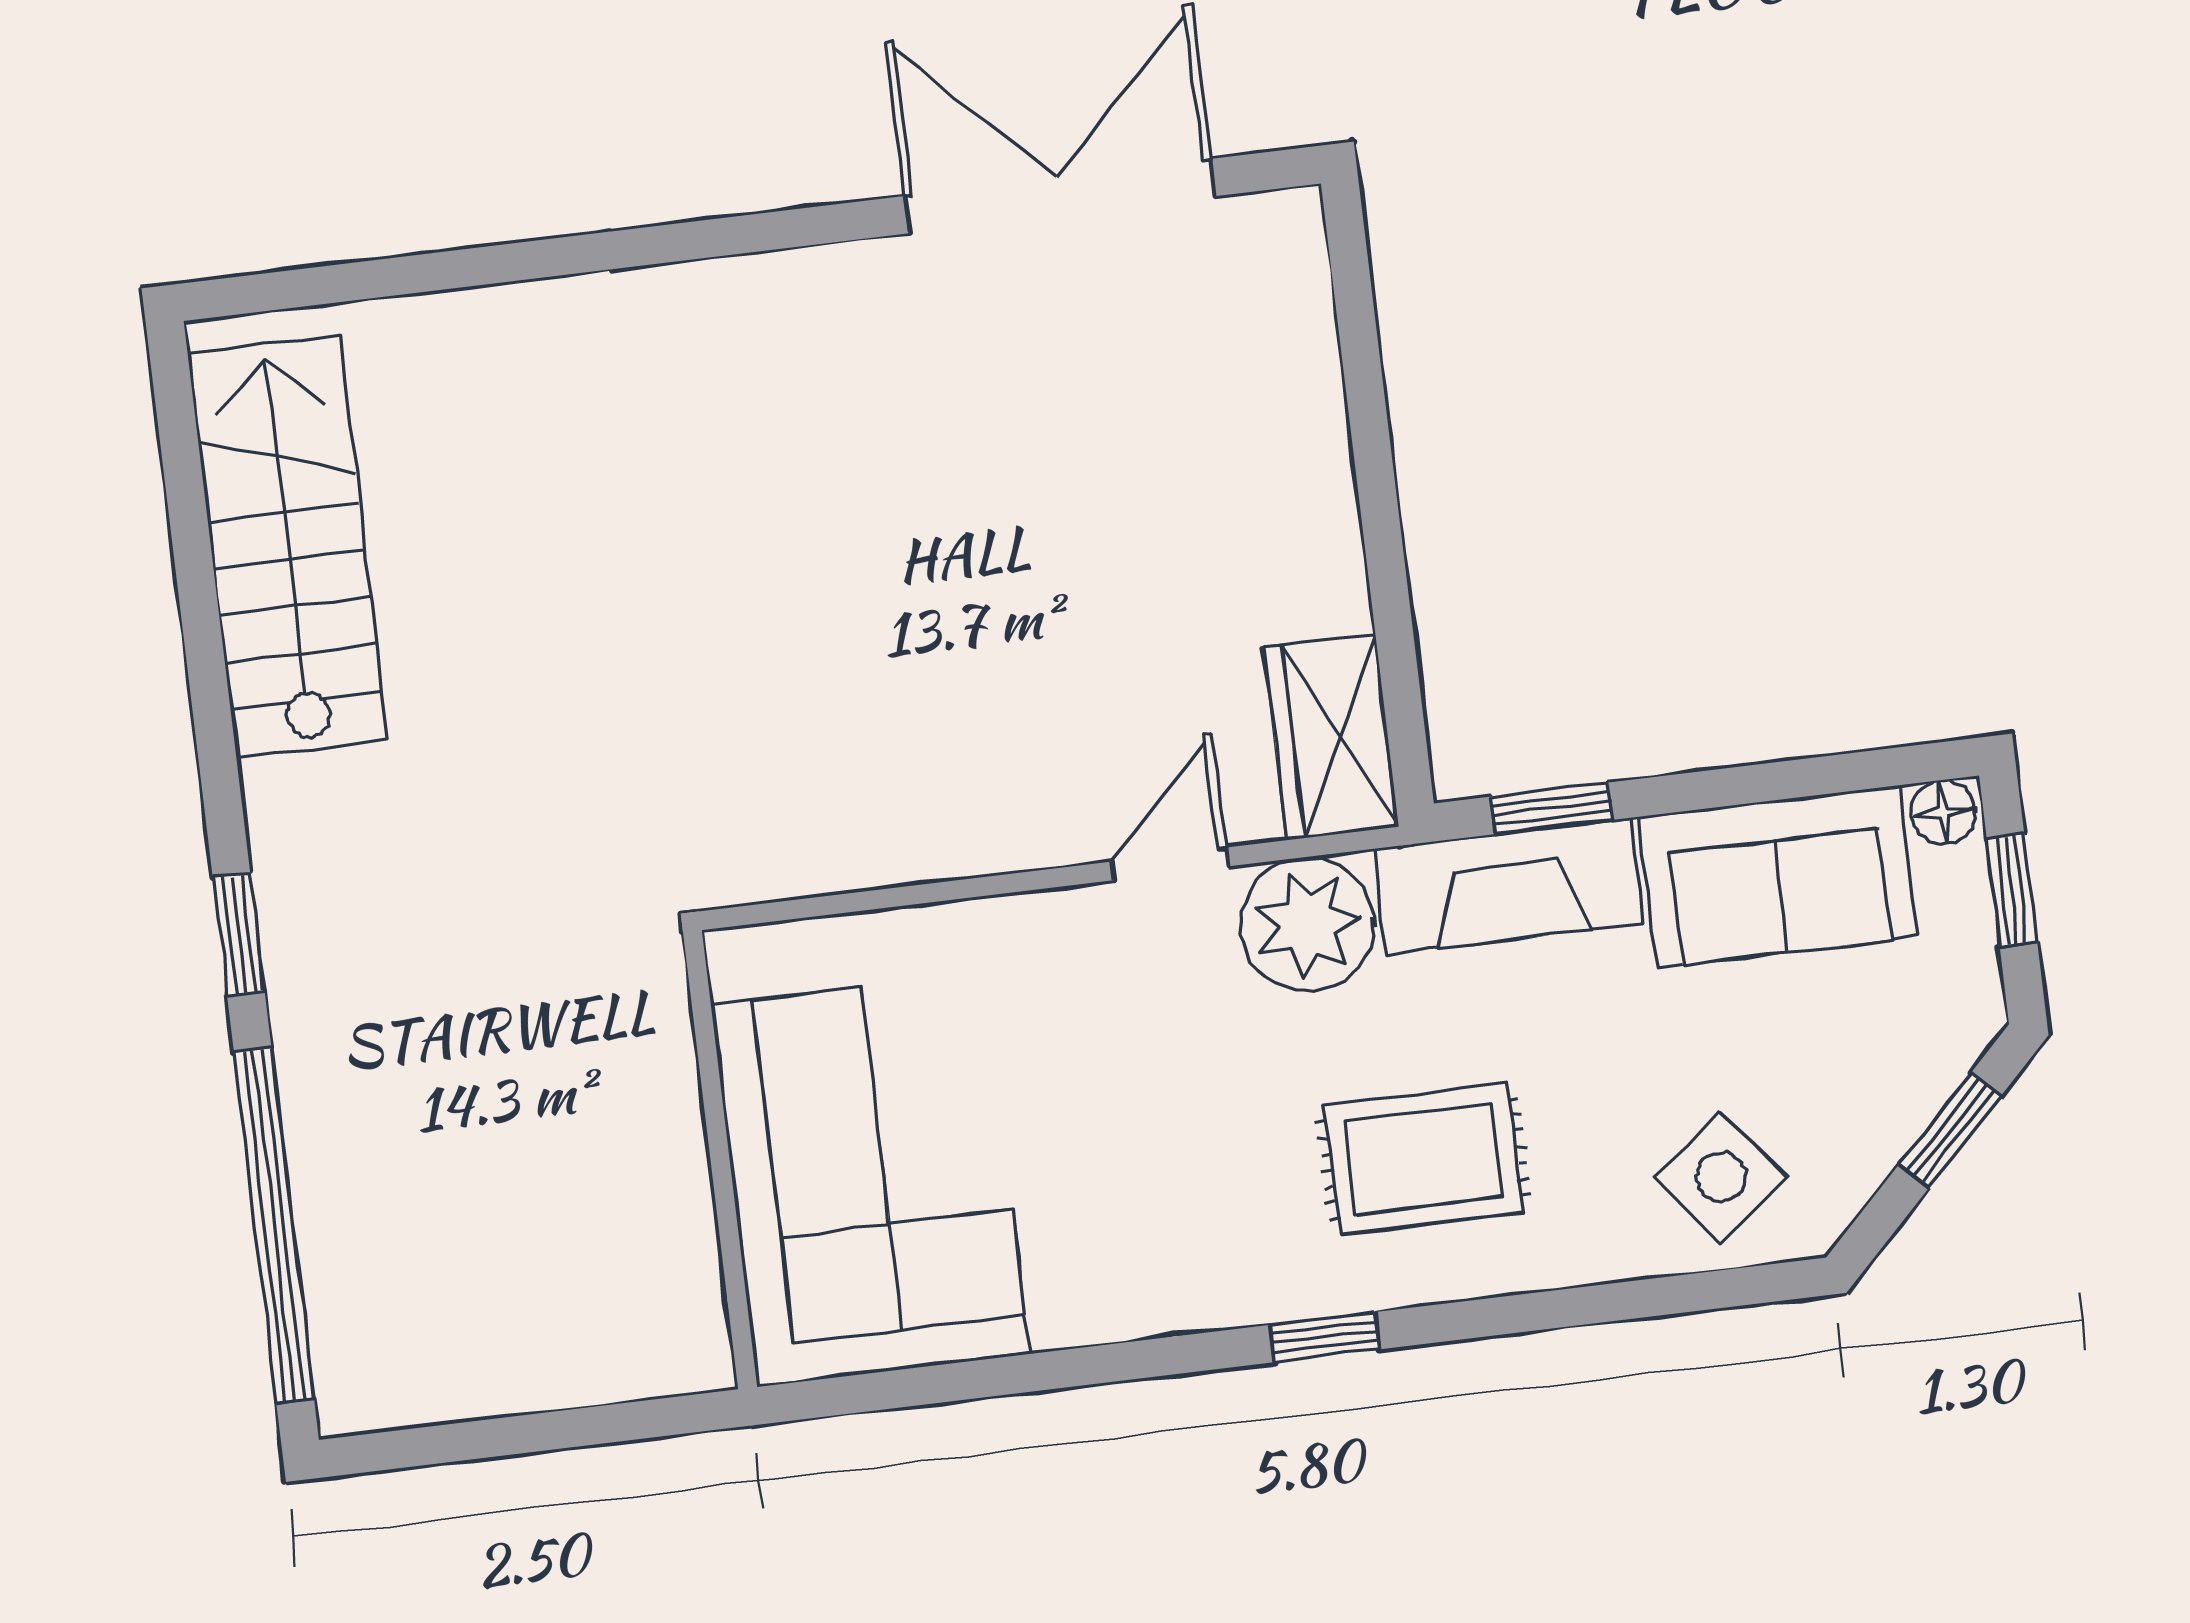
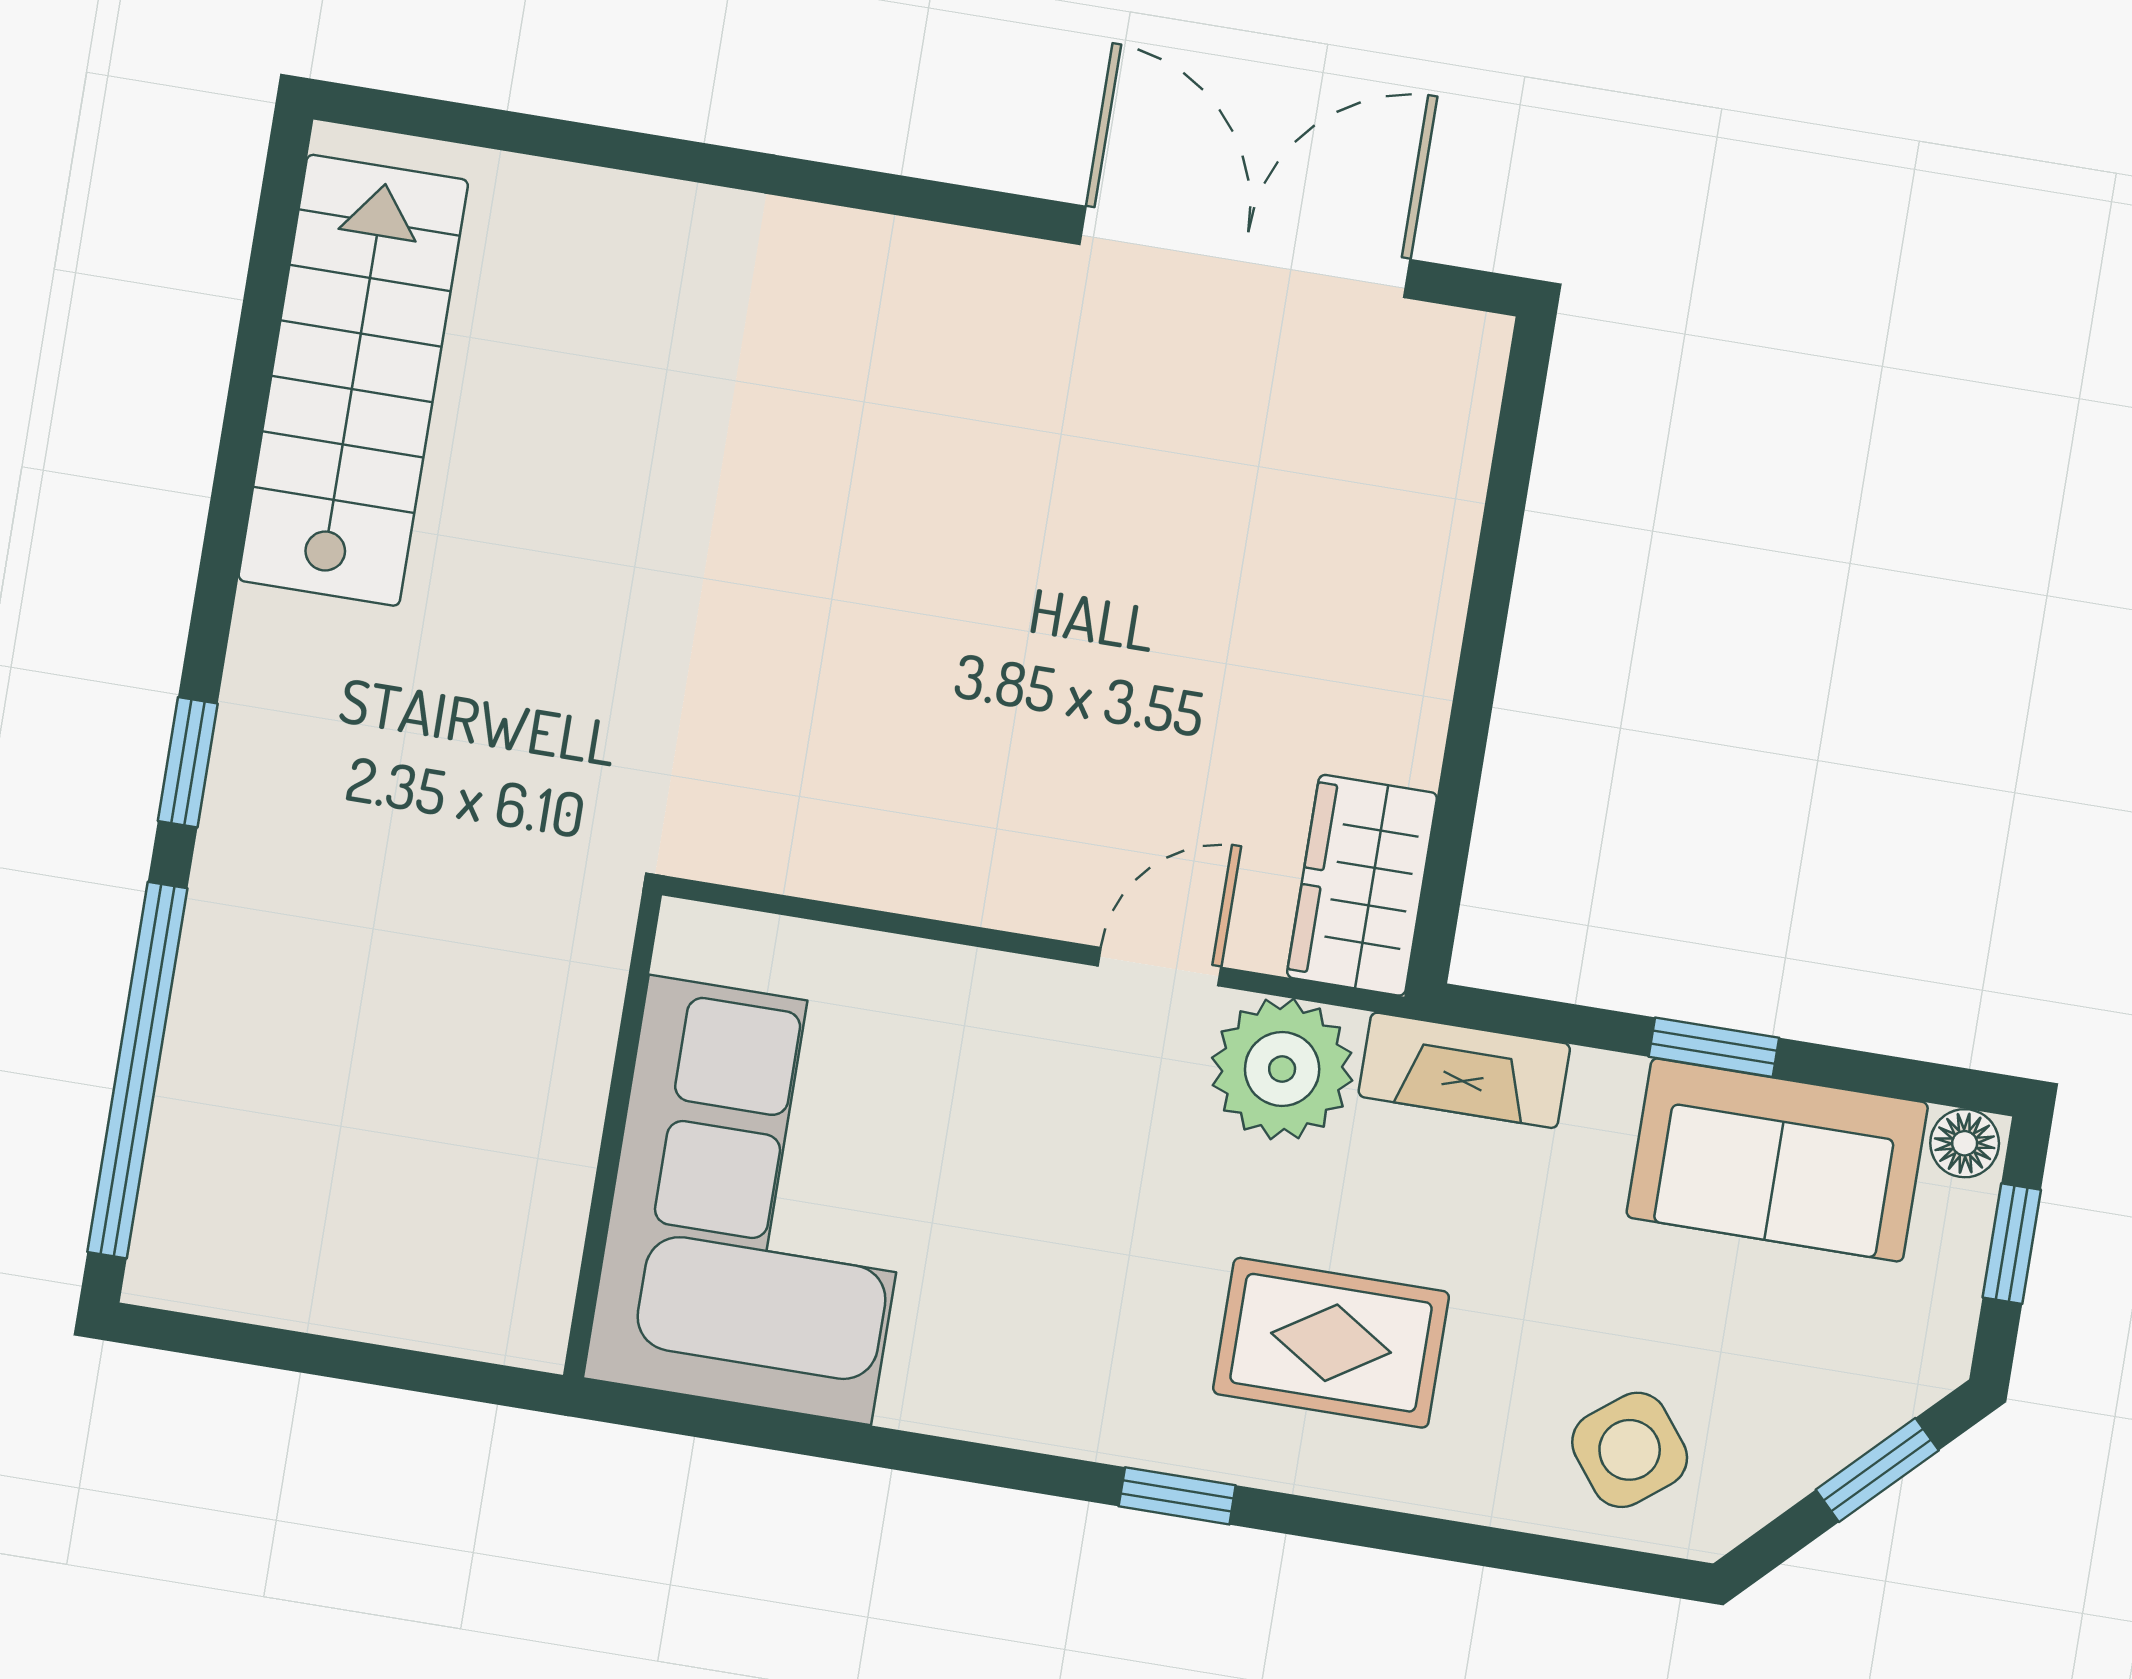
window: (1551, 808) -> (1714, 1047), moved
fireplace: (1508, 886) -> (1464, 1070), width x0.73, depth x0.76

